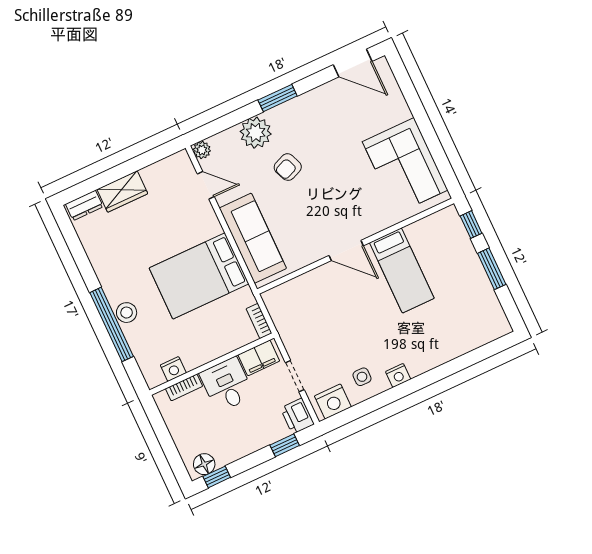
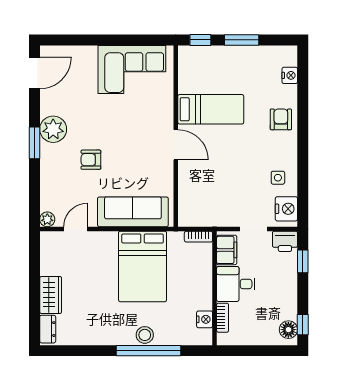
plant: (256, 133) -> (53, 129), moved
armchair: (288, 167) -> (91, 160), turned 112
door: (346, 251) -> (176, 145), hinge flipped
armchair: (426, 351) -> (281, 119), added
nightstand: (398, 375) -> (290, 75), moved

